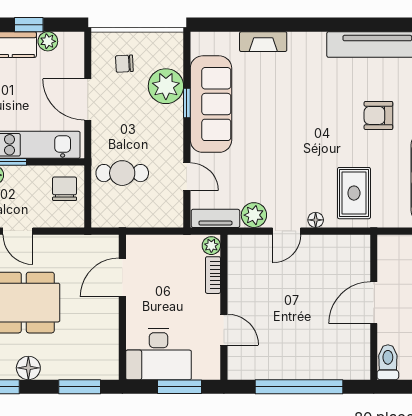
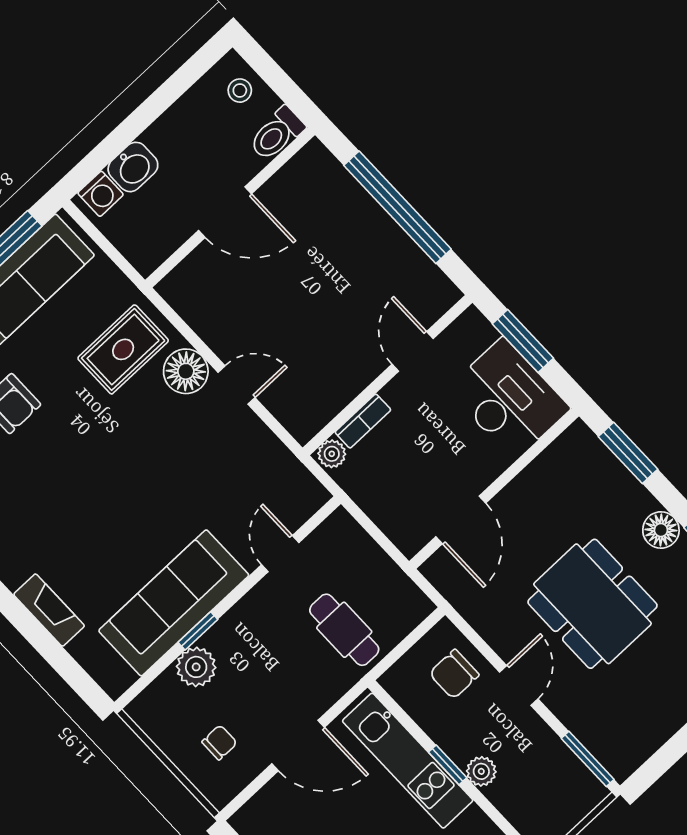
chair: (124, 64) -> (219, 742), turned -87
plant: (166, 86) -> (196, 667), width x0.73, depth x0.73
door: (88, 100) -> (298, 746), hinge flipped
chair: (65, 189) -> (454, 674), moved
plant: (254, 215) -> (253, 438), removed
tv unit: (215, 218) -> (297, 478), removed
floor lamp: (316, 220) -> (186, 371), width x1.89, depth x1.89
door: (122, 277) -> (461, 520), hinge flipped

